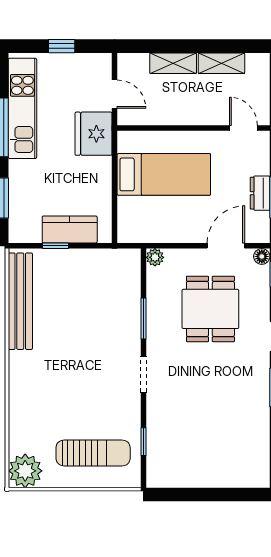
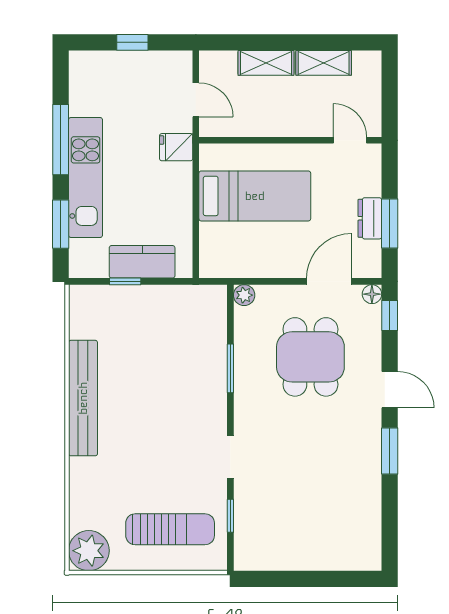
kitchen unit: (22, 108) -> (86, 178), moved
fridge: (93, 134) -> (176, 147), width x0.53, depth x0.75
bench: (20, 301) -> (83, 398), moved
doorway: (143, 374) -> (230, 457), moved

